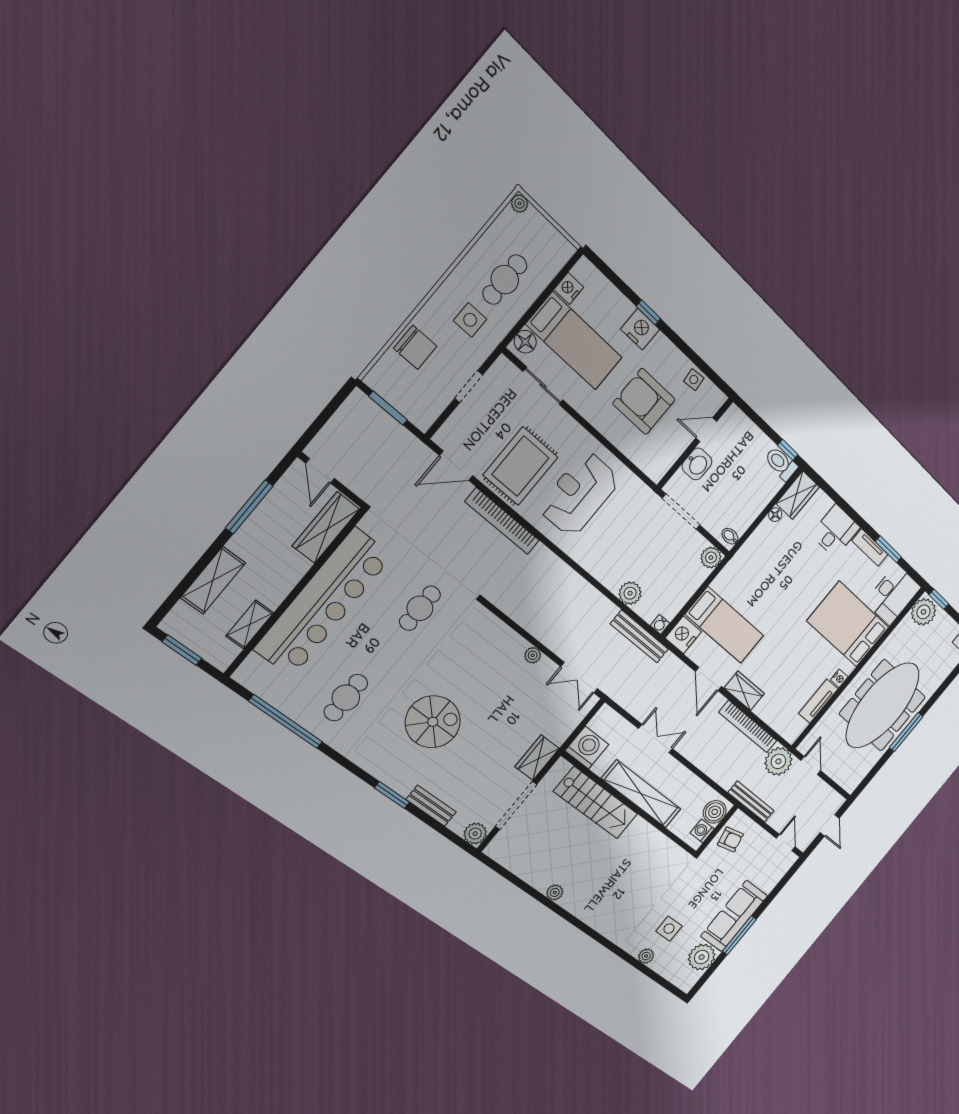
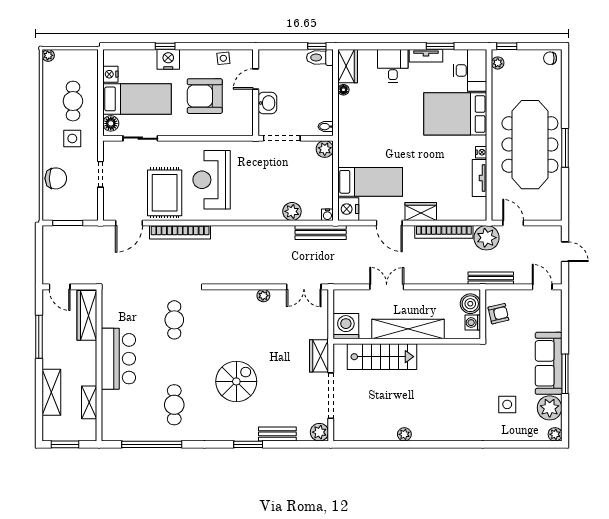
bar counter: (323, 602) -> (118, 359), width x0.54
plant: (924, 612) -> (498, 63), width x0.53, depth x0.53
plant: (646, 956) -> (555, 434), moved

